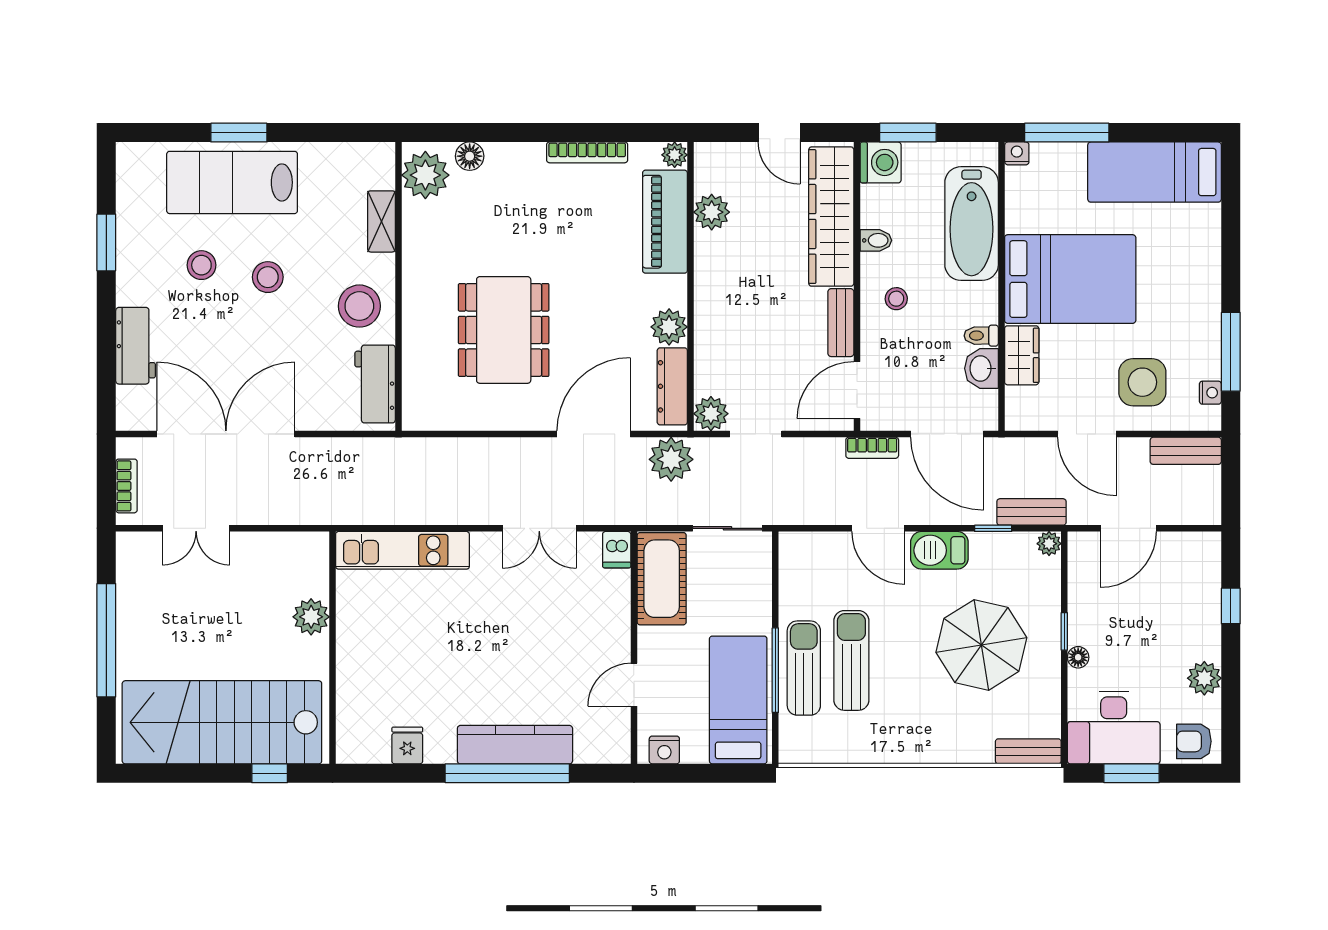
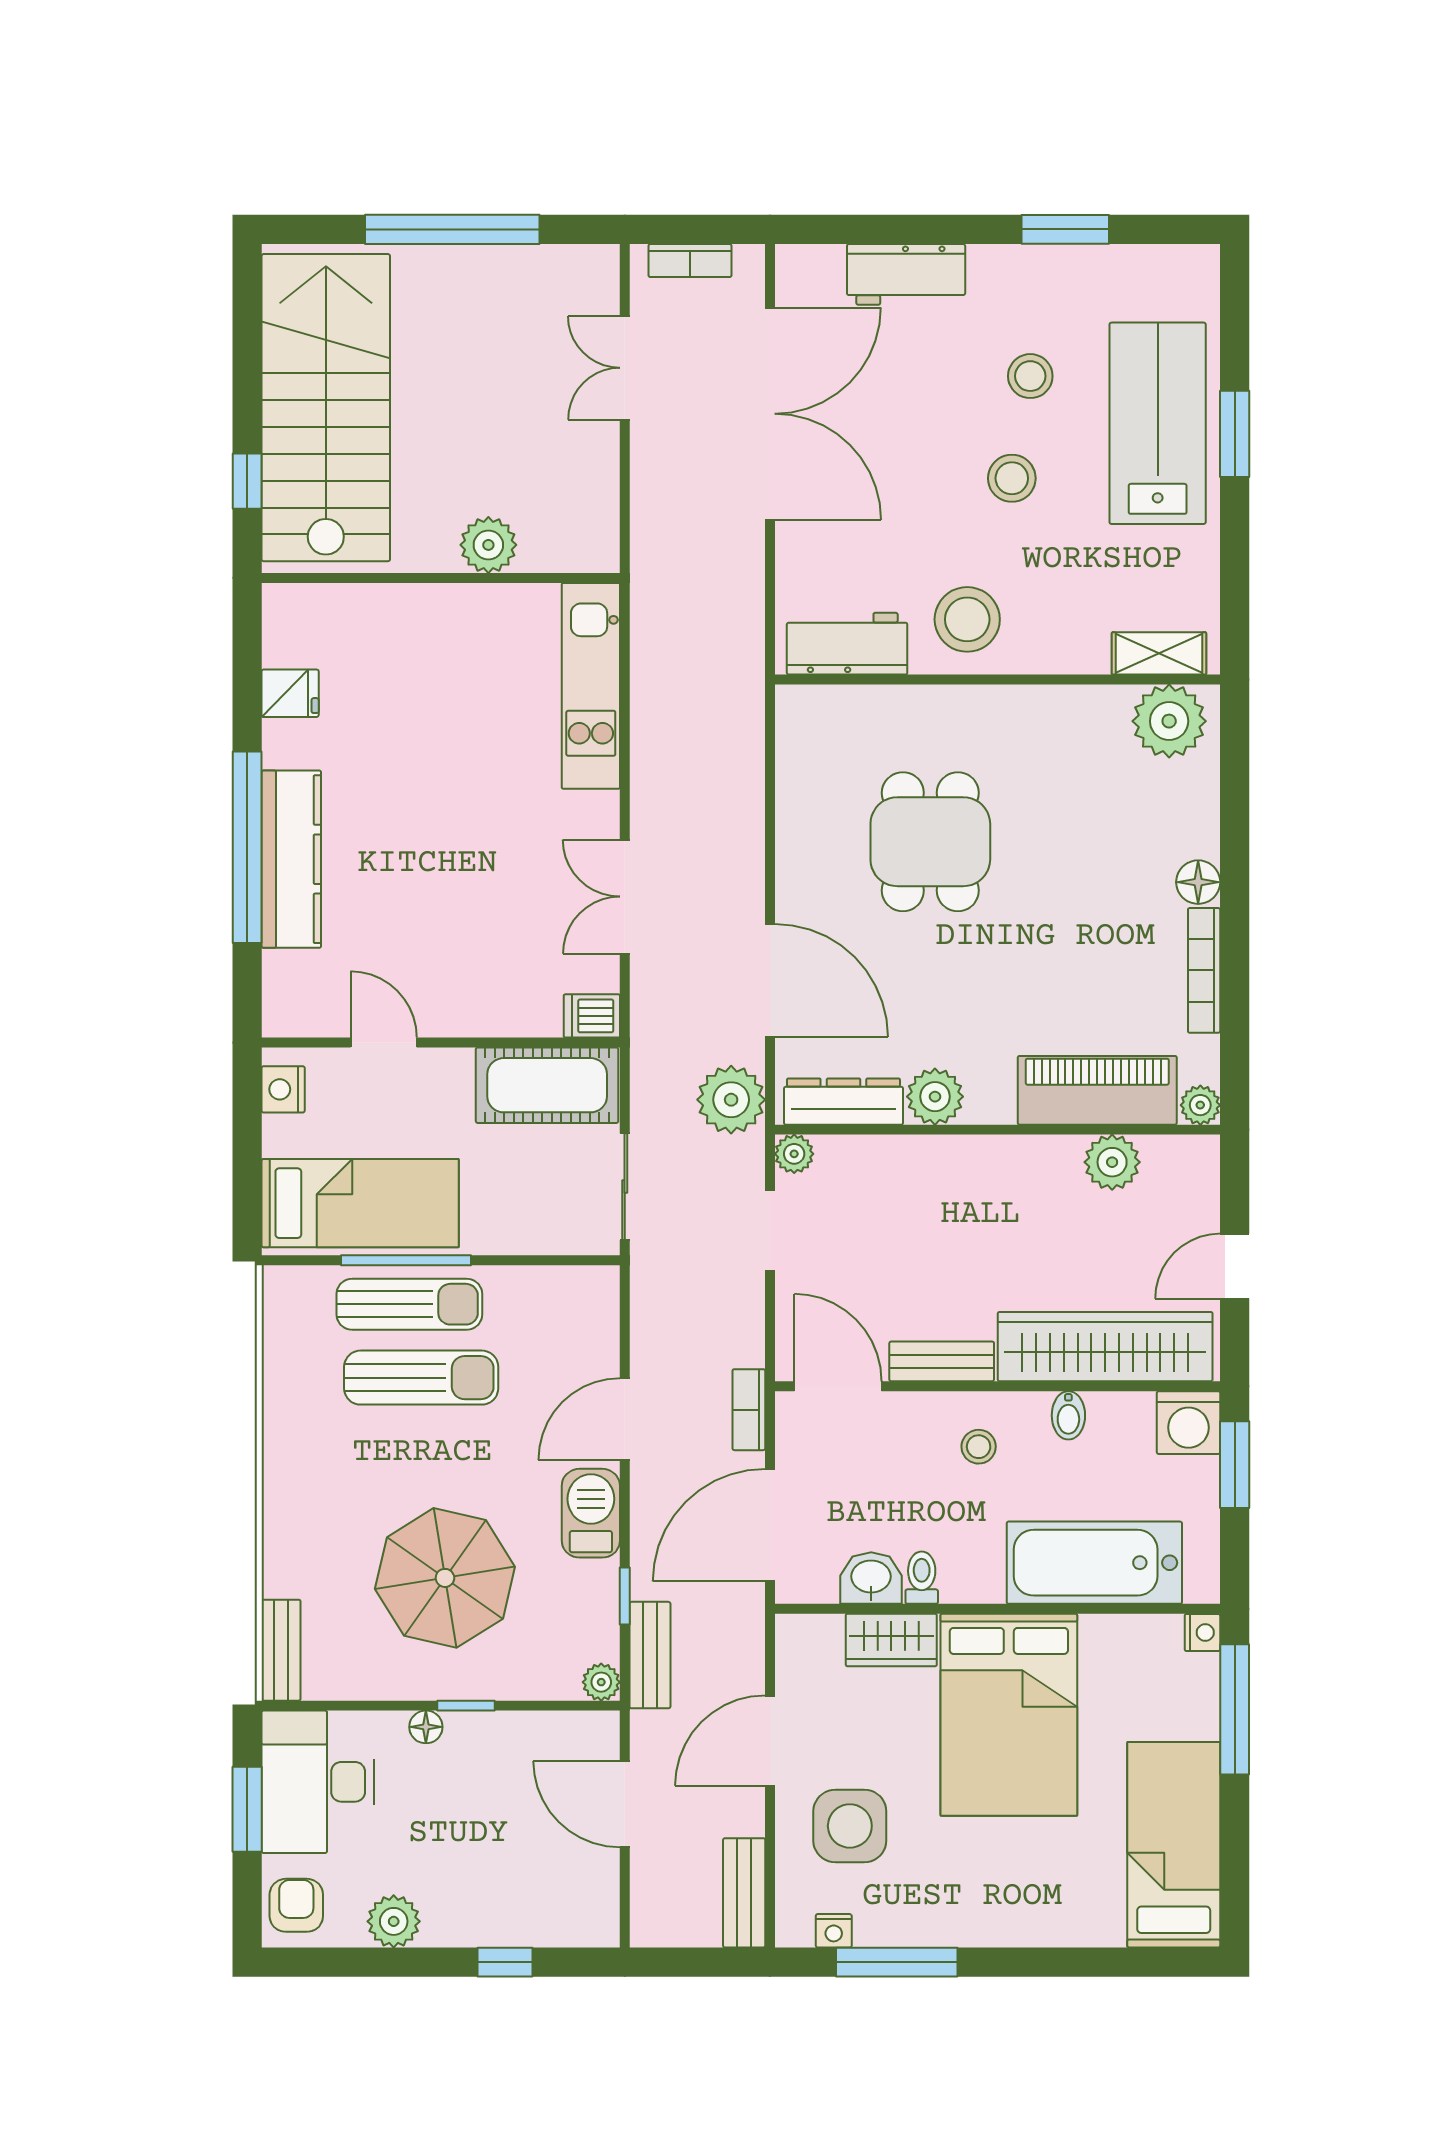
floor lamp: (470, 156) -> (1198, 882), moved
shelving: (381, 221) -> (1159, 653), moved
dining table: (504, 330) -> (930, 842), width x0.73
plant: (711, 414) -> (794, 1154), width x0.73, depth x0.73

